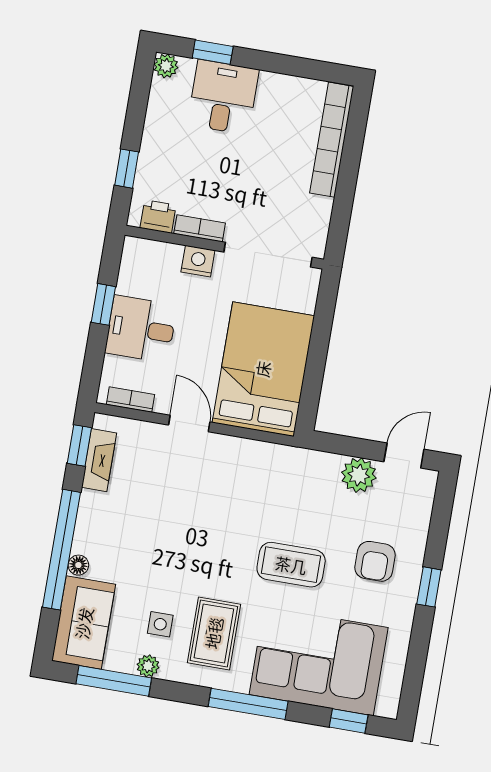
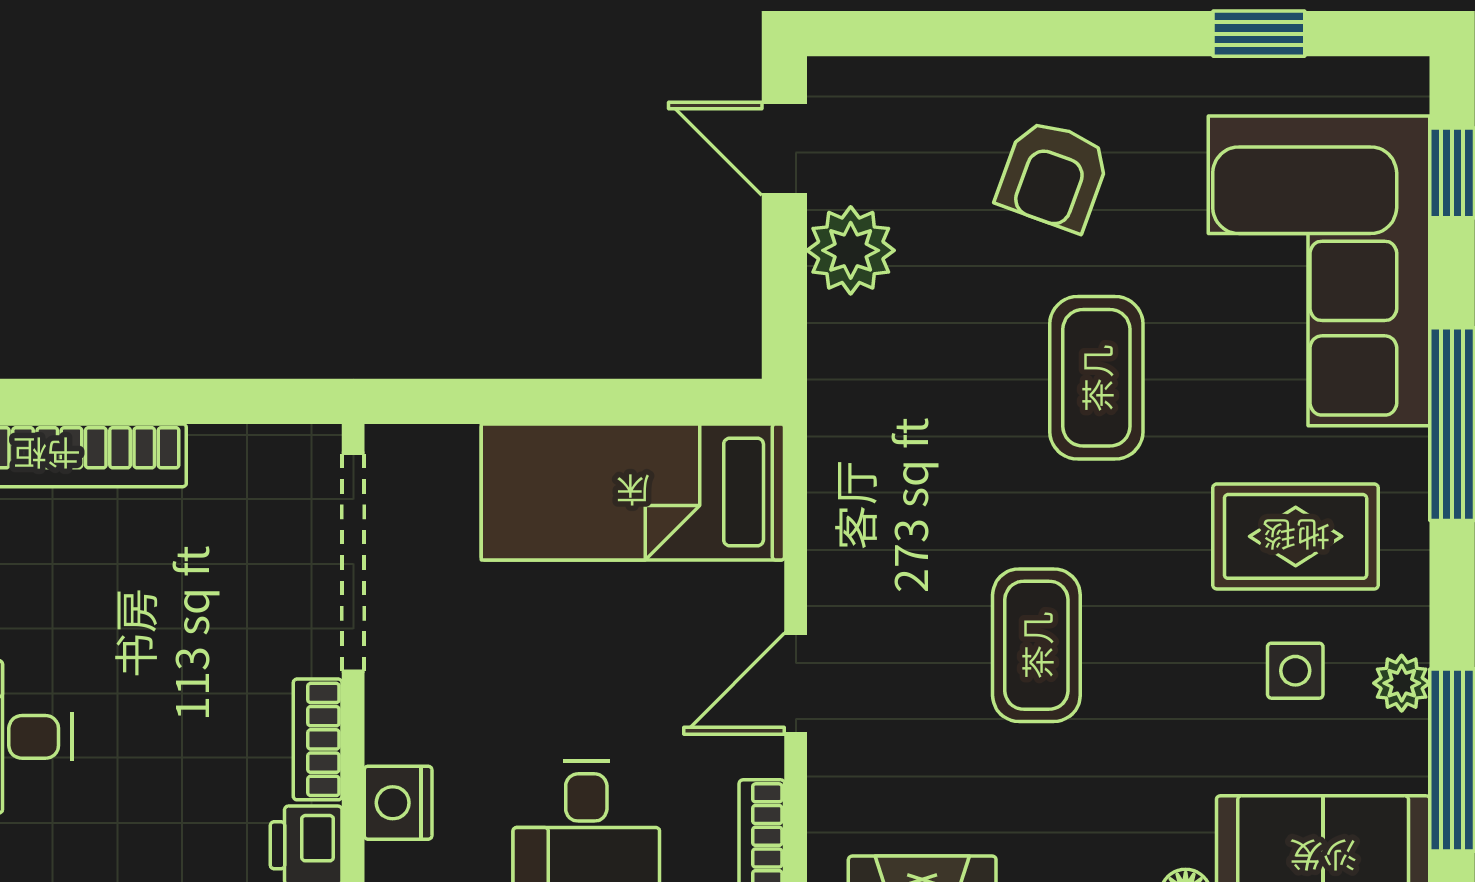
nightstand: (198, 261) -> (398, 803), moved
bed: (263, 369) -> (633, 492), width x0.67
coffee table: (188, 522) -> (1036, 645), added
armchair: (375, 561) -> (1053, 175), turned 110
window: (429, 587) -> (1259, 34), moved

